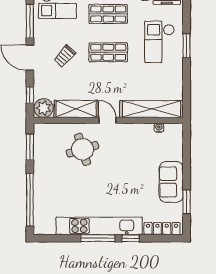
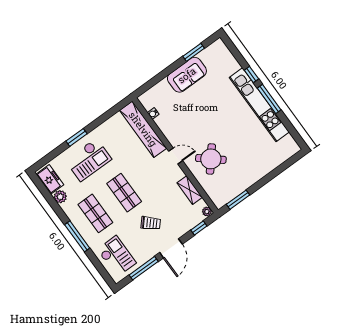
plant: (44, 108) -> (207, 211), width x0.53, depth x0.53
shelving: (76, 109) -> (190, 190), width x0.67, depth x0.75
door: (108, 120) -> (176, 156), swing flipped
round table: (83, 149) -> (211, 159), turned -33
window: (30, 200) -> (277, 171), removed
locker: (162, 229) -> (227, 56), removed

